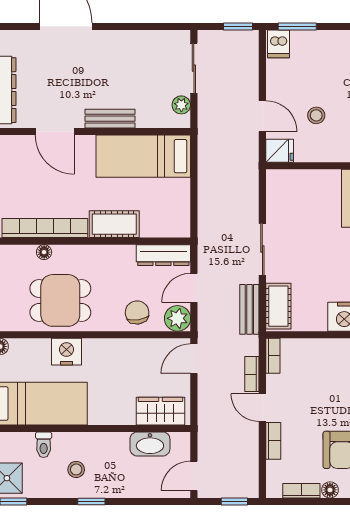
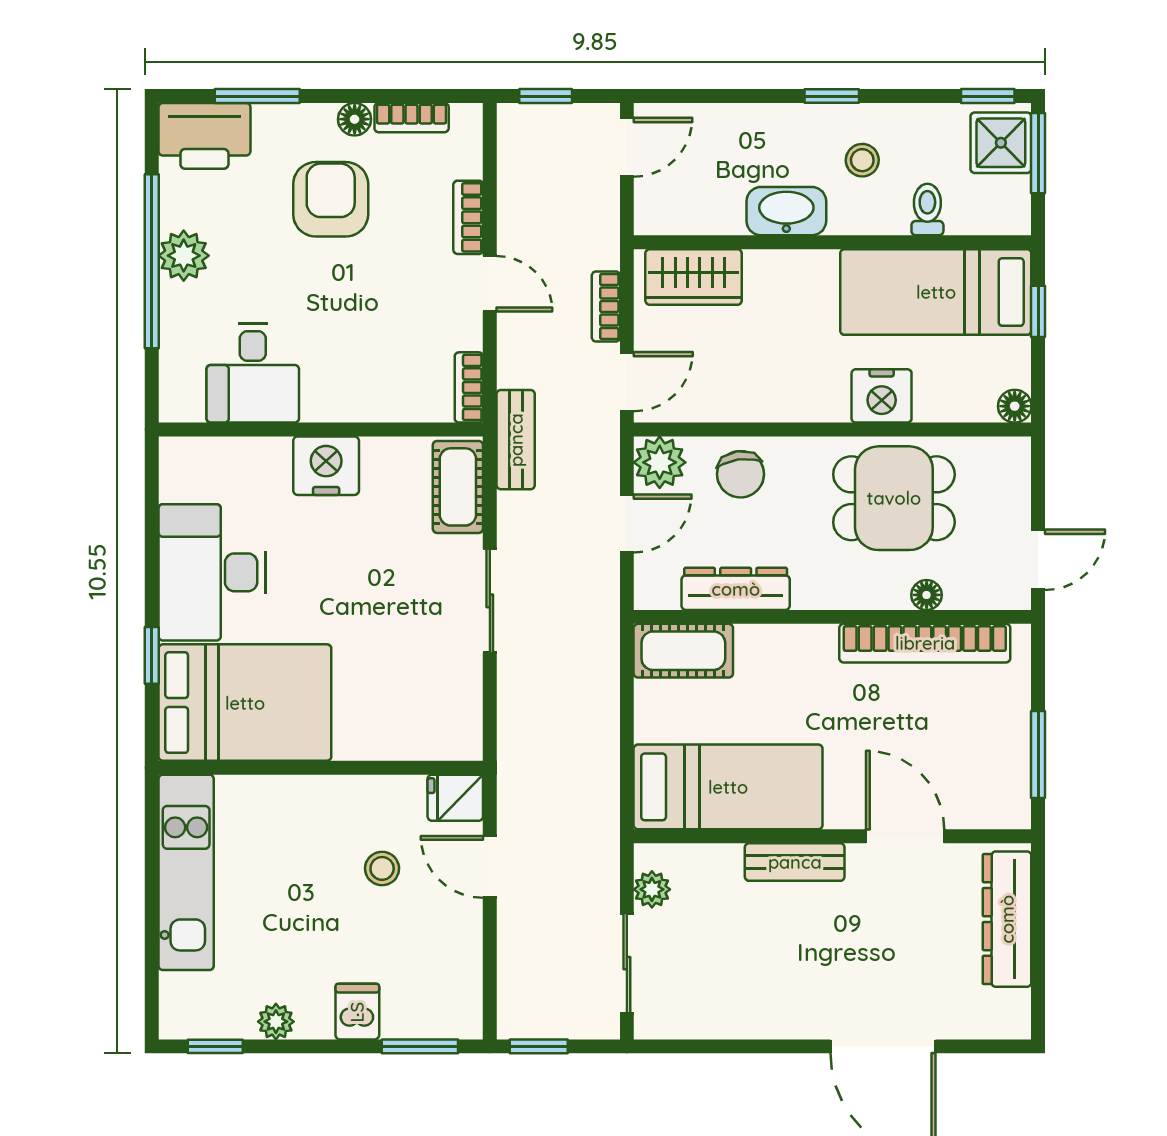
dishwasher: (278, 44) -> (357, 1012), moved
cot: (114, 224) -> (683, 651), moved
dresser: (163, 255) -> (736, 589), moved
bench: (249, 309) -> (516, 440), moved
bookcase: (252, 374) -> (606, 306), moved, turned 180
washbasin: (150, 444) -> (786, 211), moved

